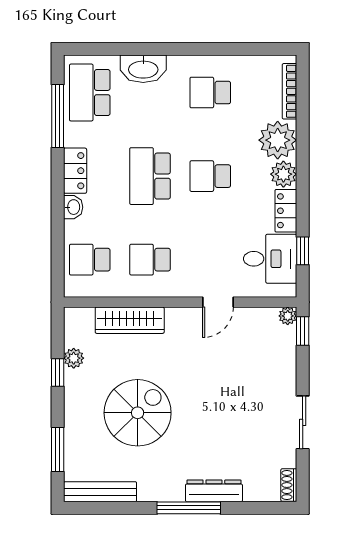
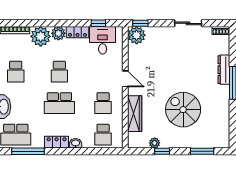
door: (218, 302) -> (125, 79), moved
plant: (288, 316) -> (137, 35), width x1.88, depth x1.88
bench: (100, 492) -> (224, 129), removed

